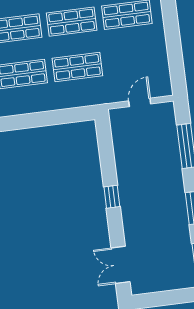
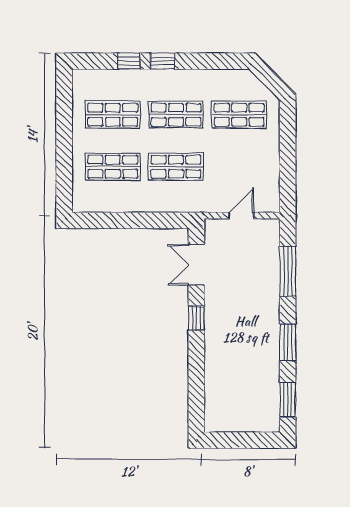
double door: (120, 265) -> (196, 265), moved

